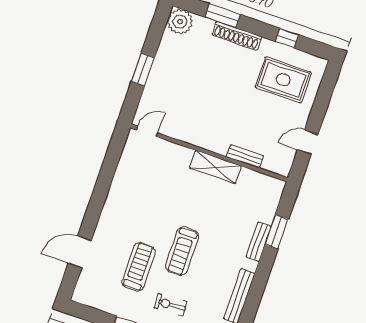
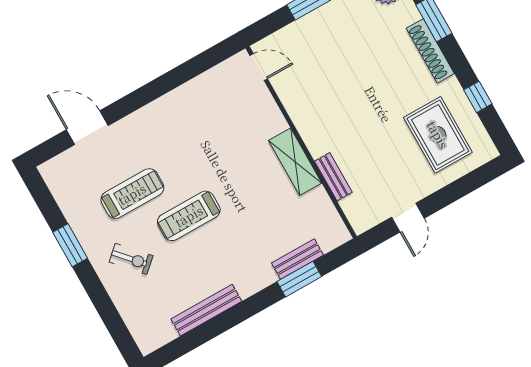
door: (308, 142) -> (408, 218), swing flipped
bench: (259, 242) -> (297, 259), moved
exercise bike: (171, 305) -> (131, 259), turned 141

